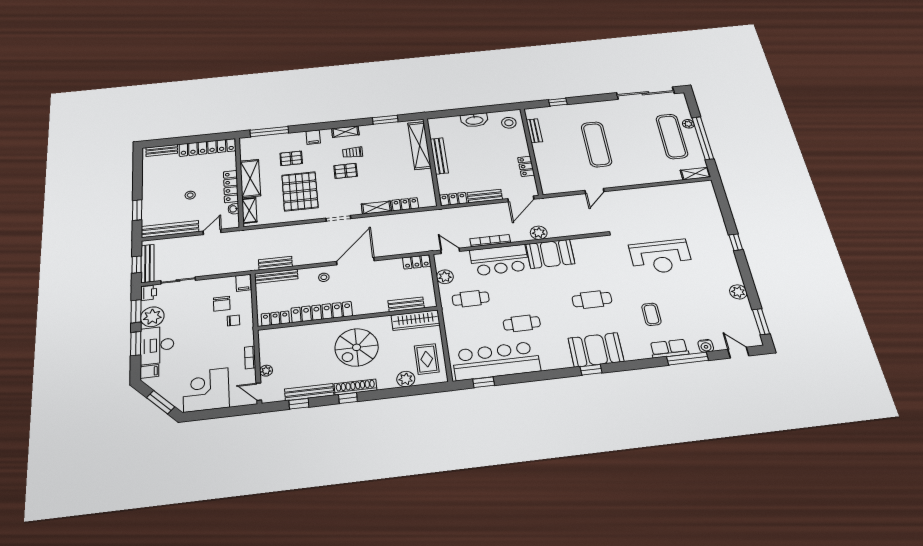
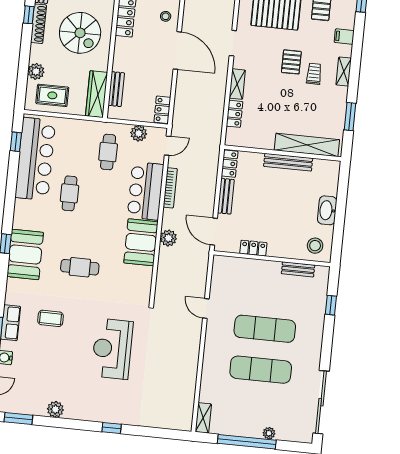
exercise mat: (672, 136) -> (261, 370), moved
cafe table: (592, 300) -> (80, 267), turned 90
spiral stairs: (357, 347) -> (80, 33), turned 180

